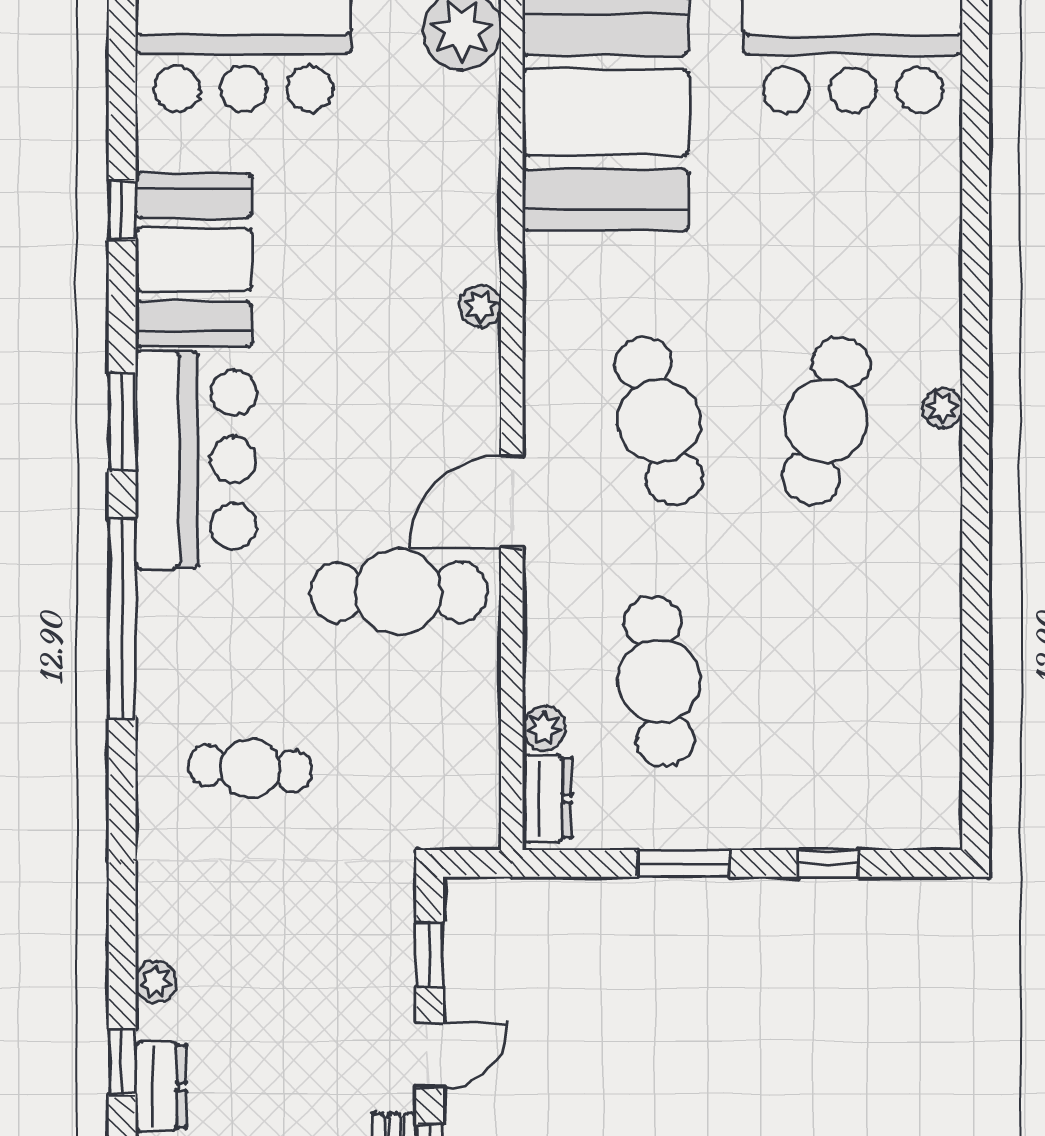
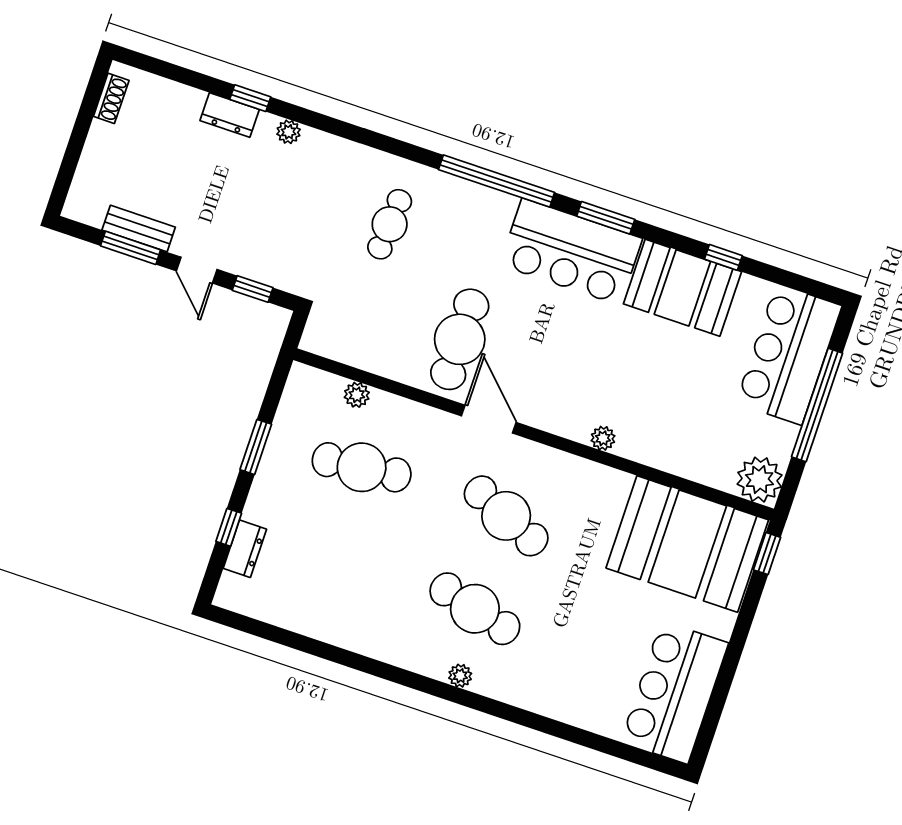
cafe table: (659, 421) -> (506, 516), turned 39
dresser: (547, 798) -> (245, 549), moved, turned -90

